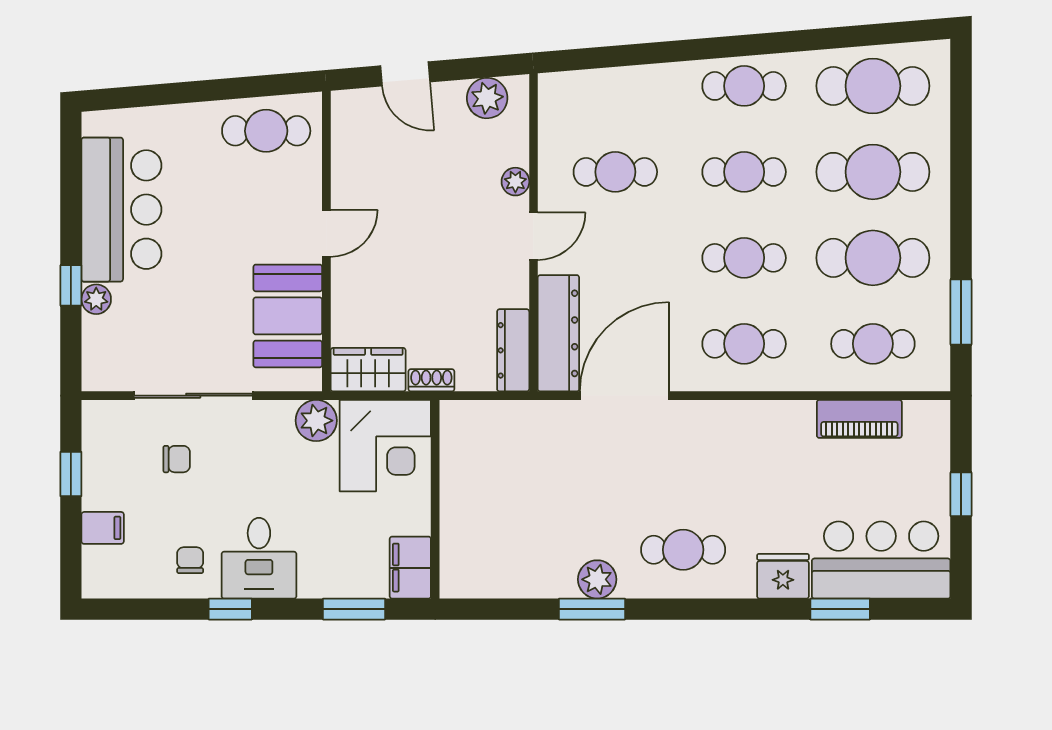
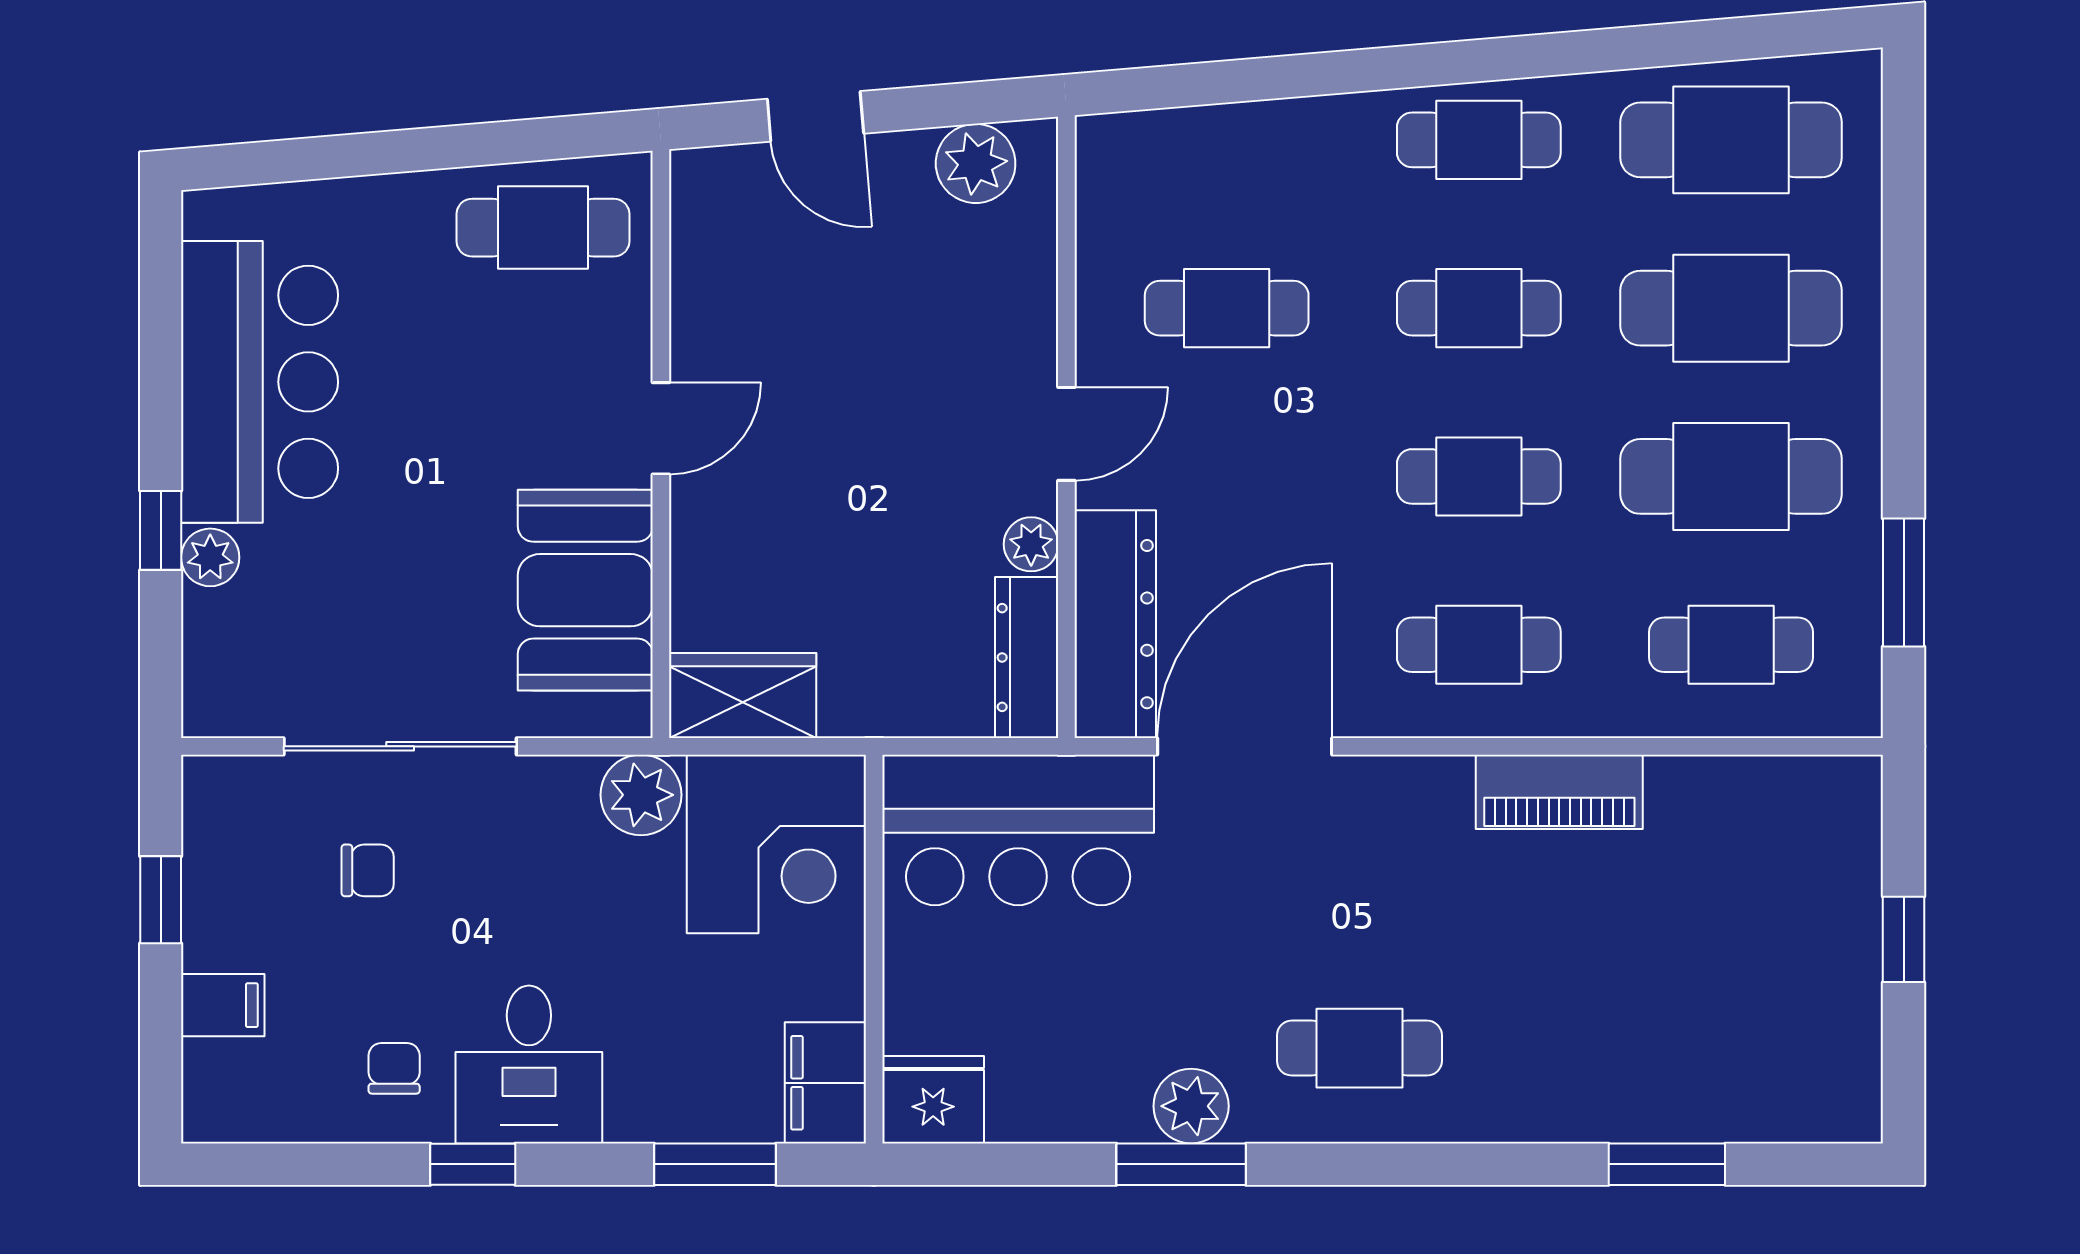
plant: (515, 182) -> (1031, 544), moved
shoe rack: (431, 380) -> (867, 716), removed
piano: (859, 419) -> (1559, 792), moved
bar counter: (881, 560) -> (1018, 830), moved, turned 180
fridge: (783, 576) -> (933, 1100), moved

